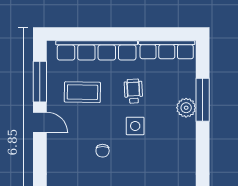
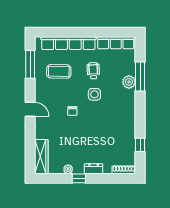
door: (40, 122) -> (30, 109), moved

